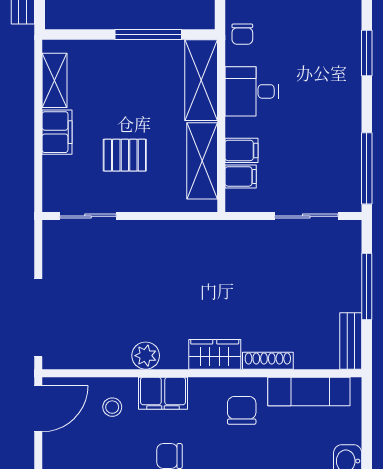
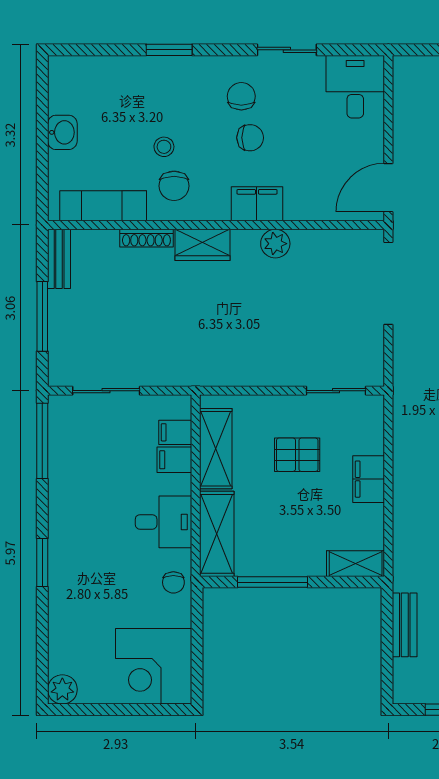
chair: (242, 34) -> (173, 582), turned 180
shelving: (54, 80) -> (356, 564), moved, turned 90
stool: (112, 407) -> (164, 147), moved

